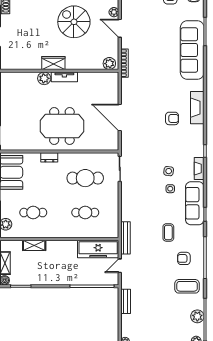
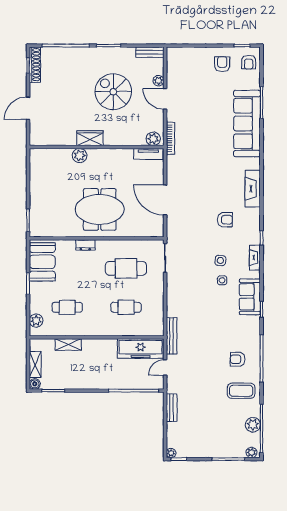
tv unit: (64, 77) -> (148, 154), moved
armchair: (172, 118) -> (225, 220), moved
sofa: (195, 203) -> (250, 297), width x0.73
coffee table: (168, 232) -> (220, 330), removed

